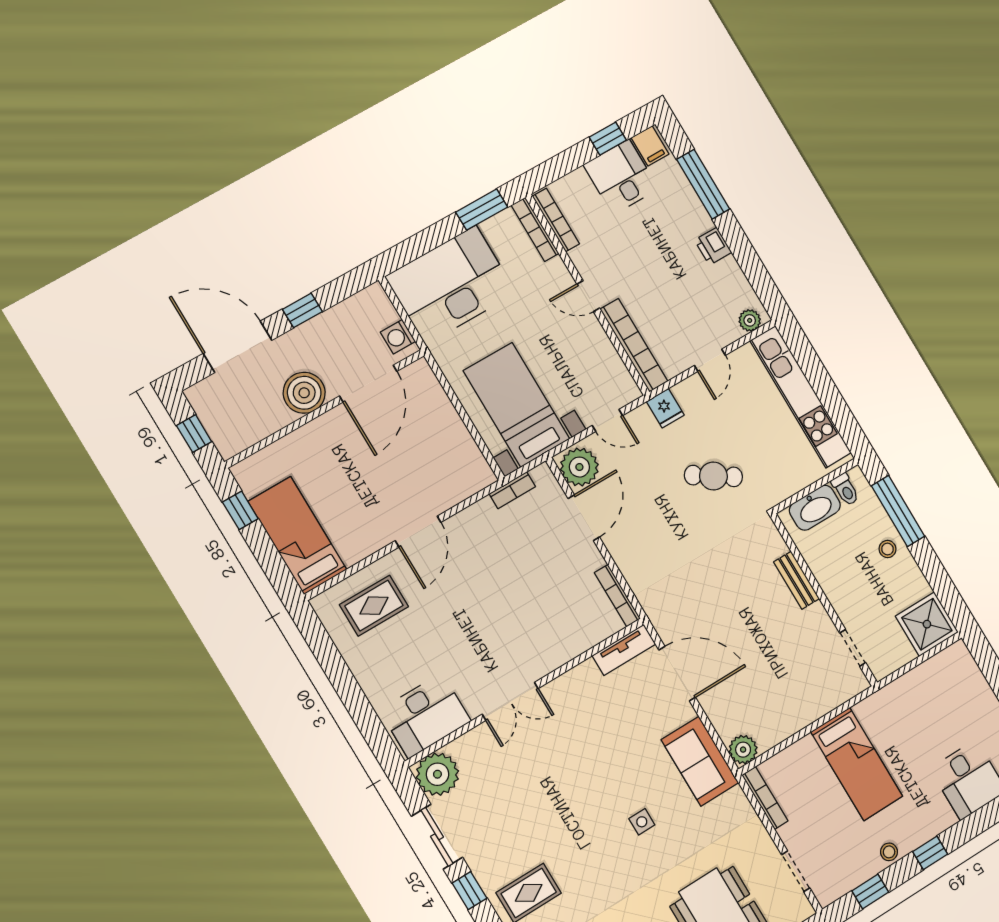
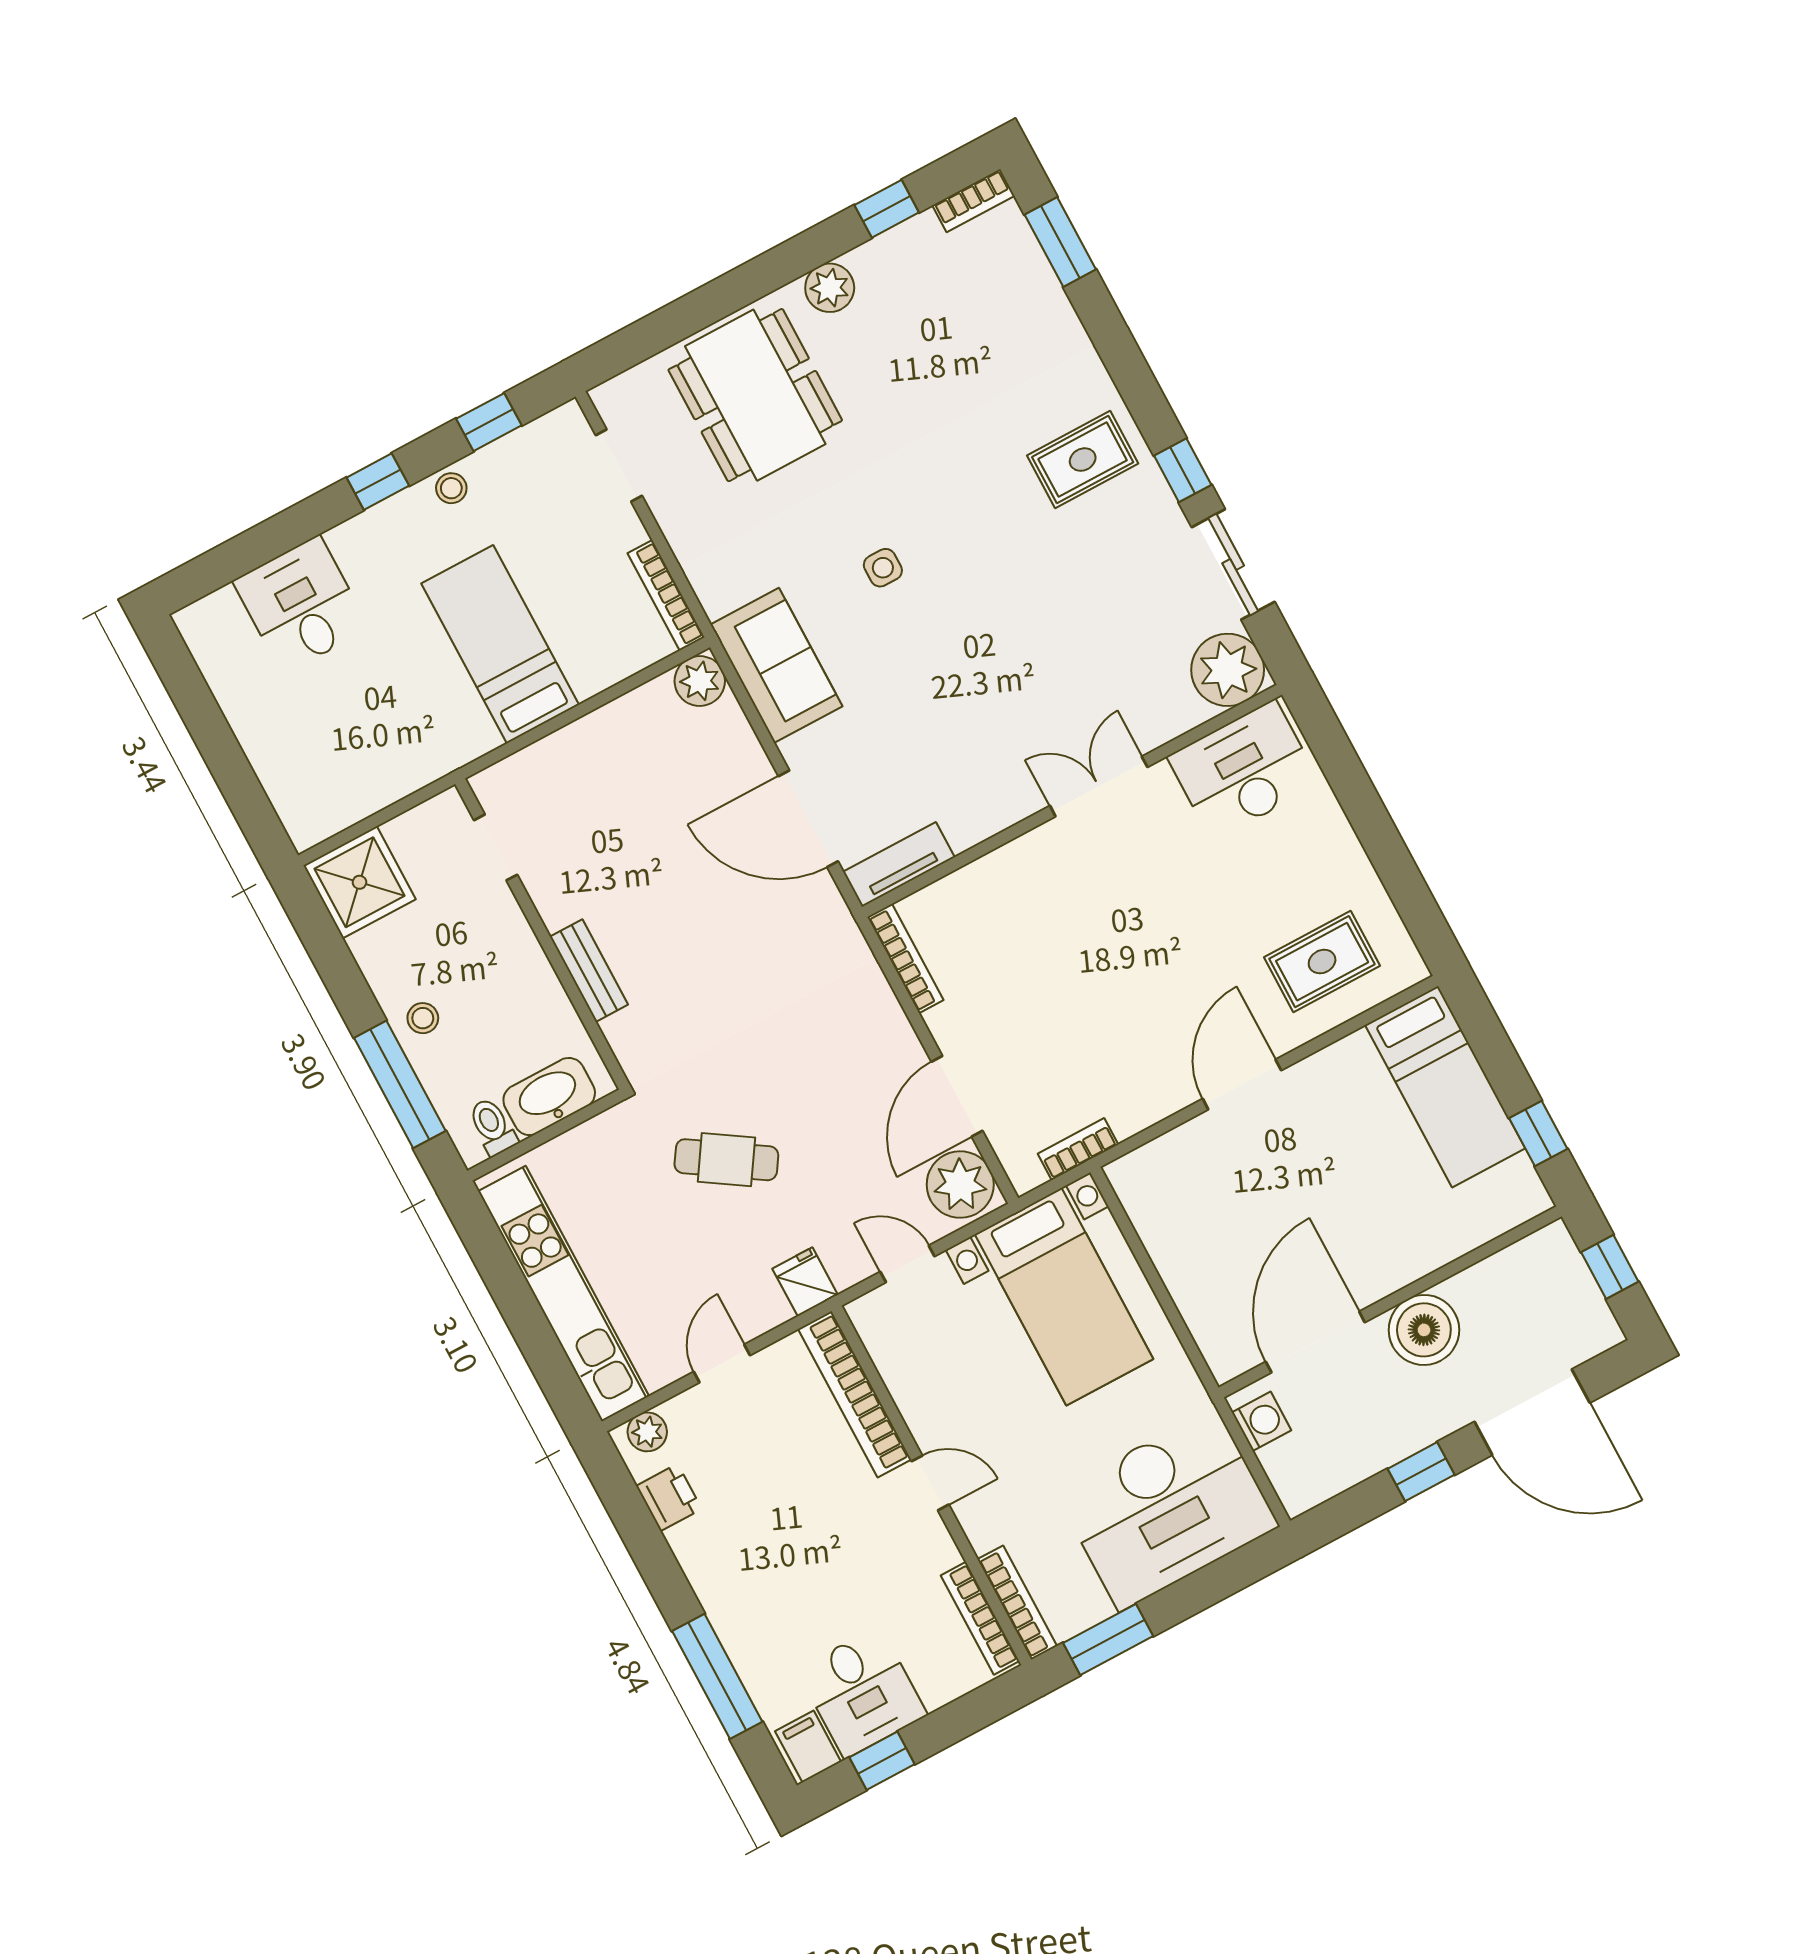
printer: (713, 246) -> (669, 1497), moved

